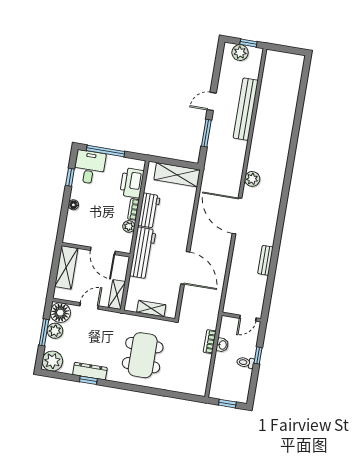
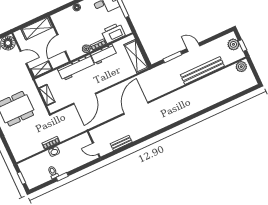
plant: (252, 179) -> (241, 67), moved
wall: (242, 317) -> (94, 144), moved
door: (248, 318) -> (96, 149), moved

